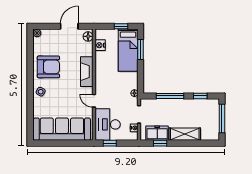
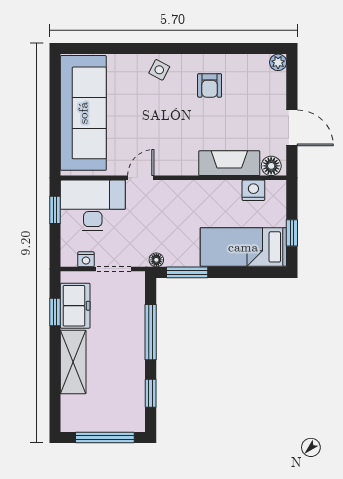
window: (141, 49) -> (187, 272), moved
armchair: (48, 67) -> (210, 85), width x0.53, depth x0.53
fireplace: (87, 72) -> (229, 163), moved

